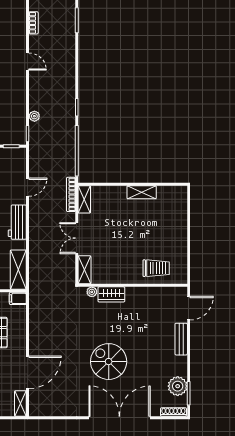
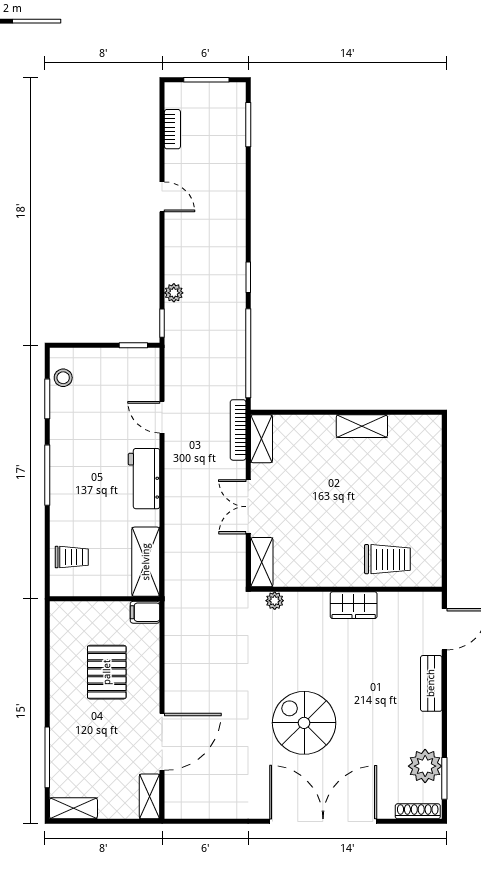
door: (28, 187) -> (162, 417), swing flipped
wardrobe: (111, 294) -> (354, 605), moved

